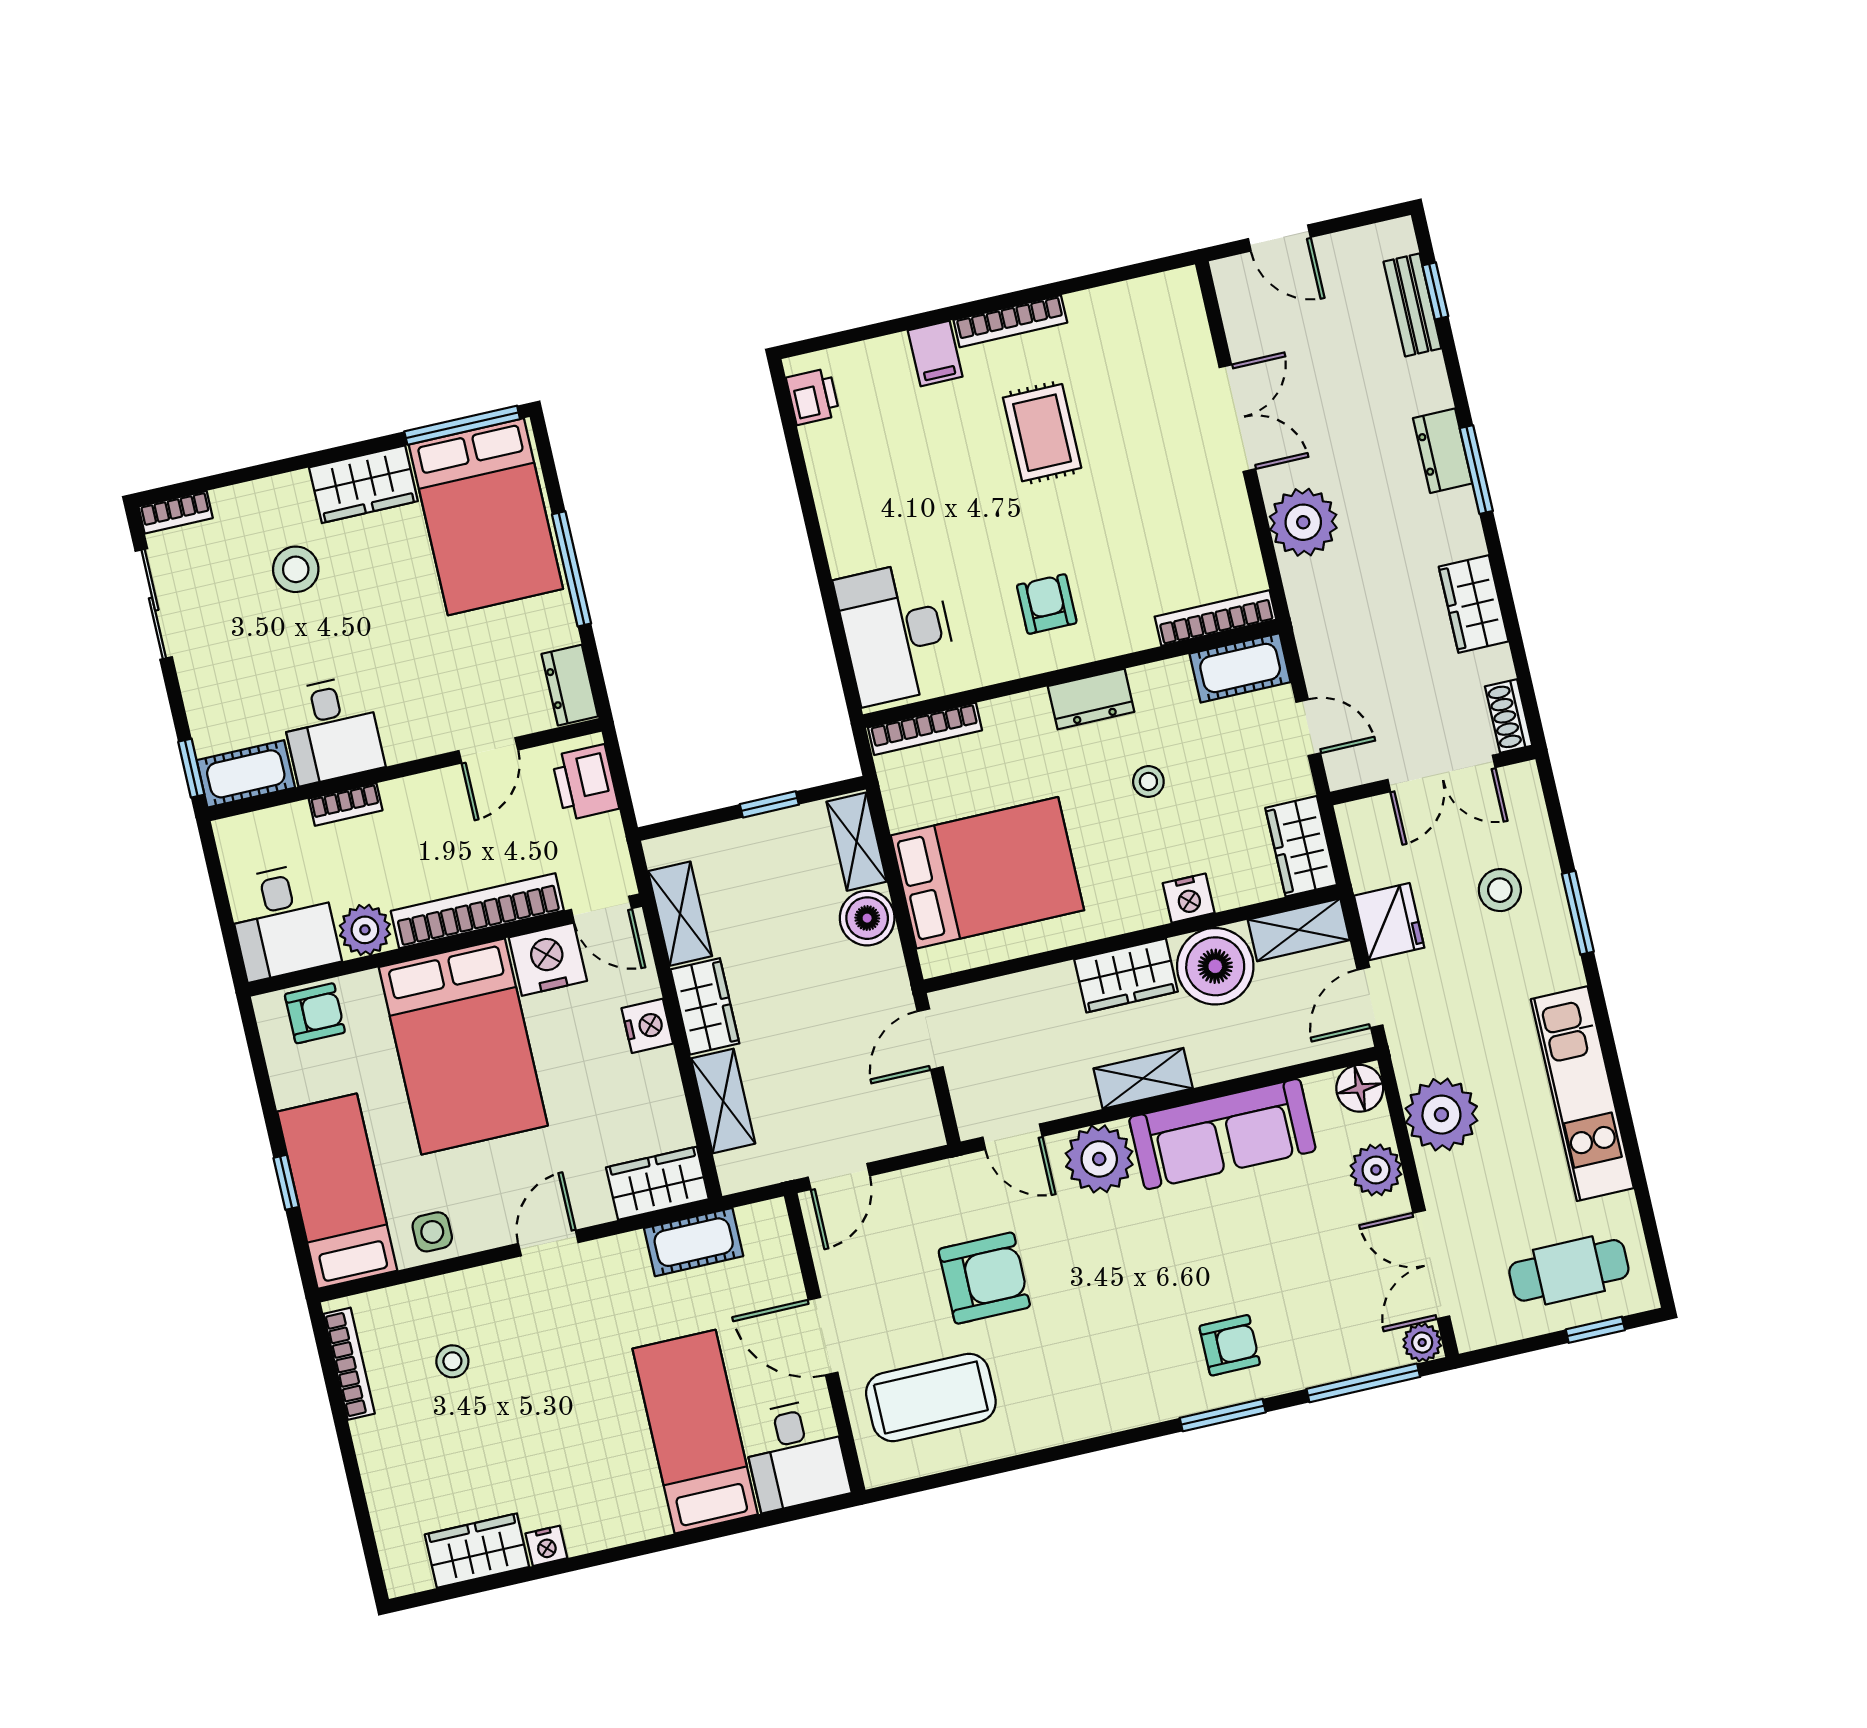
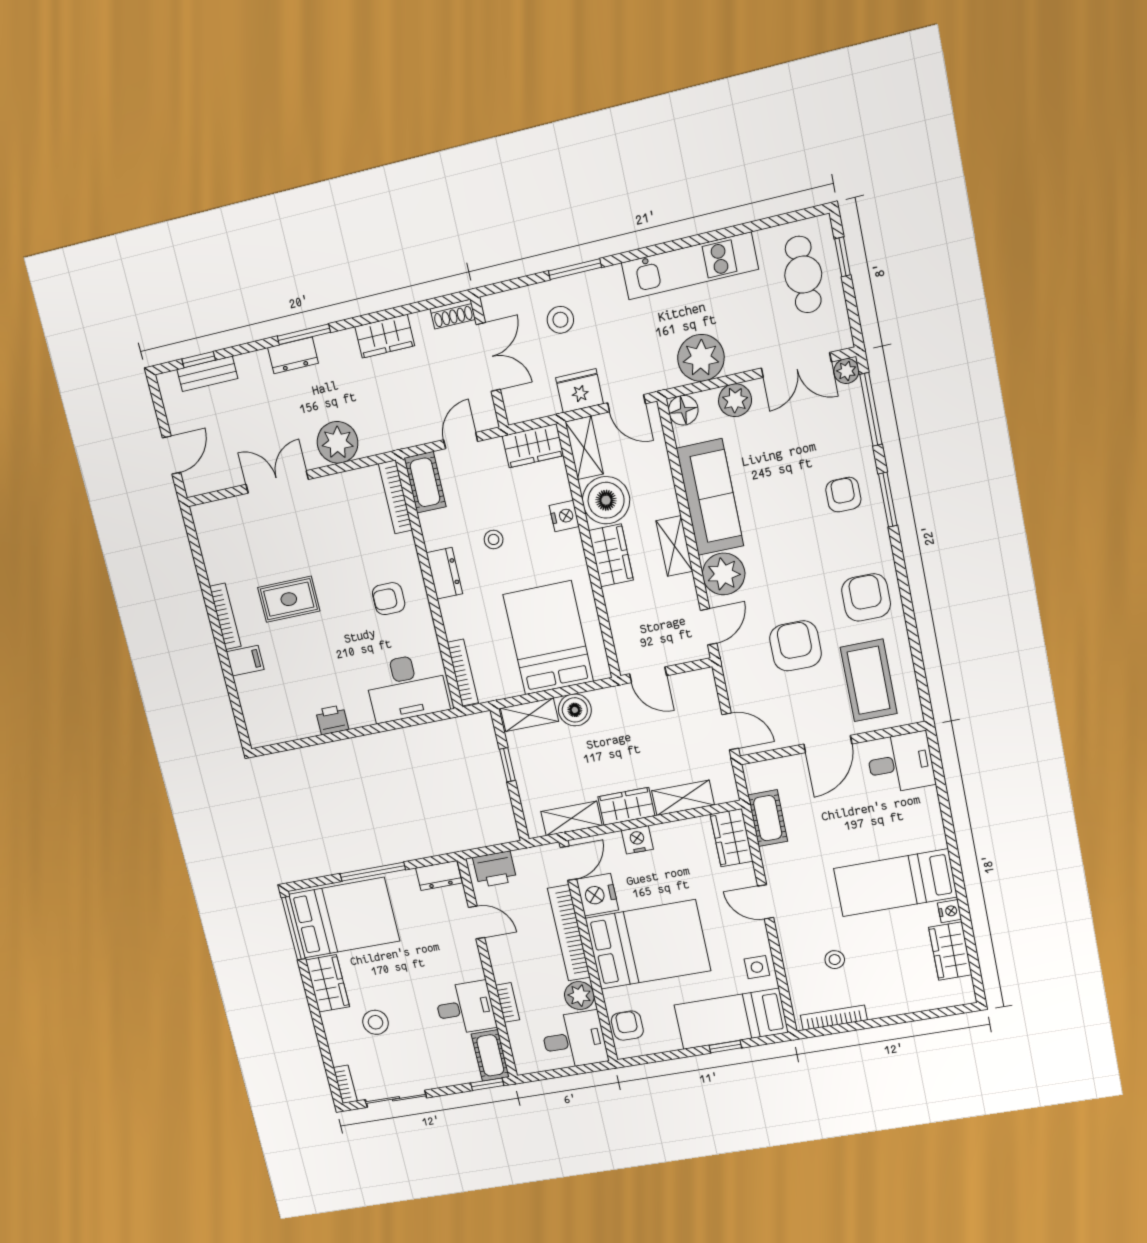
printer: (813, 397) -> (332, 720), moved
armchair: (1066, 1388) -> (866, 597), added
bed: (695, 1432) -> (895, 883), moved

